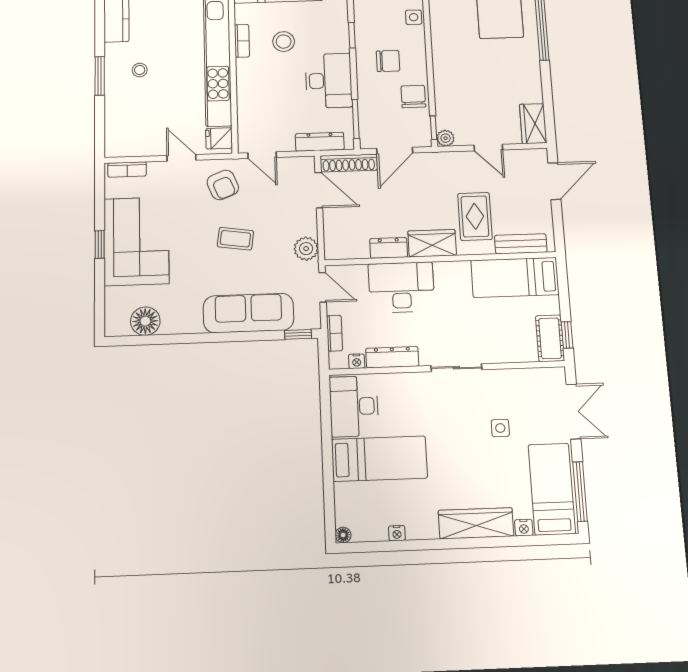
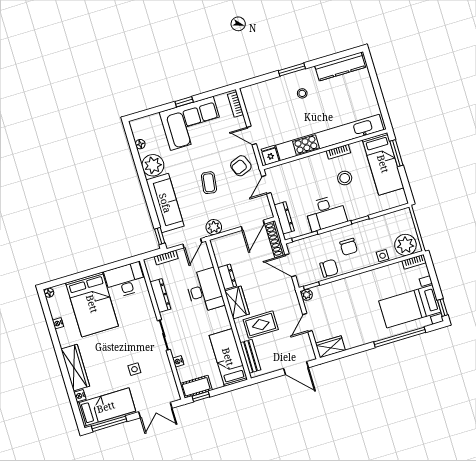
door: (181, 158) -> (252, 136), swing flipped
plant: (184, 317) -> (153, 165), added
floor lamp: (145, 321) -> (140, 144), width x0.53, depth x0.53
nightstand: (357, 361) -> (178, 361), moved
bed: (379, 459) -> (92, 304), width x1.50

